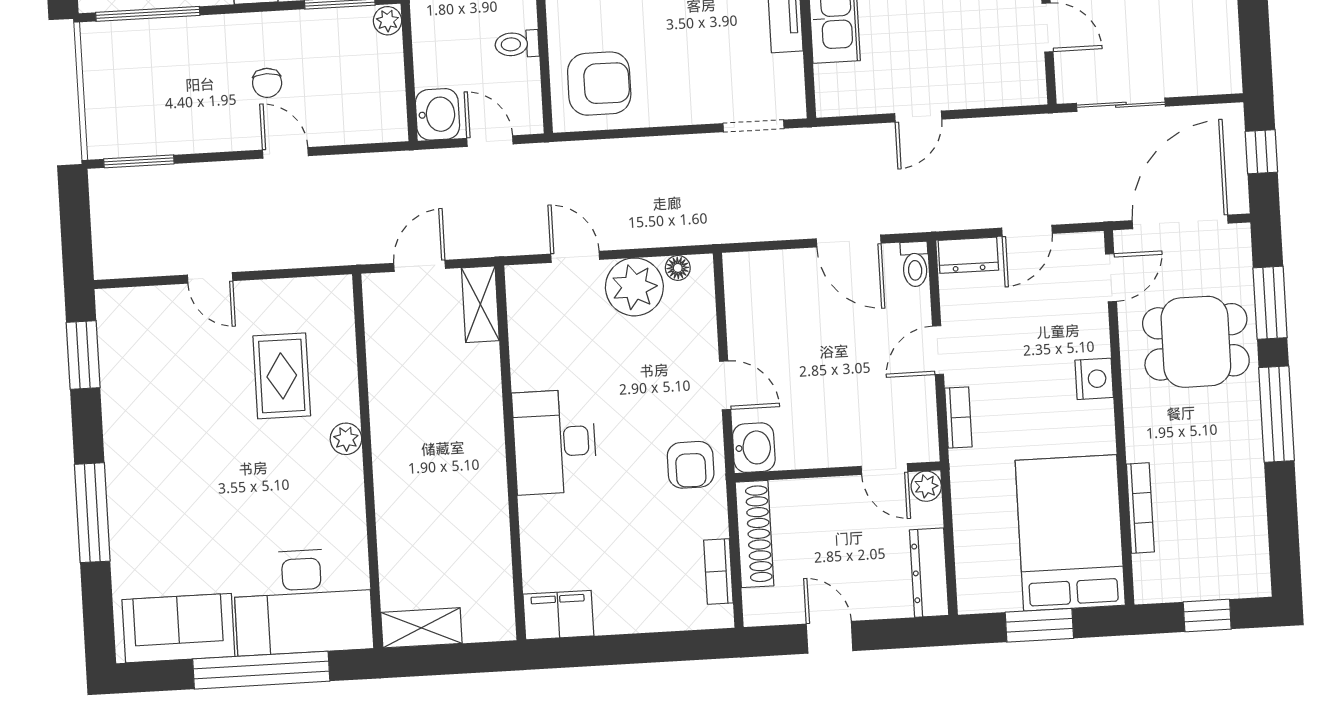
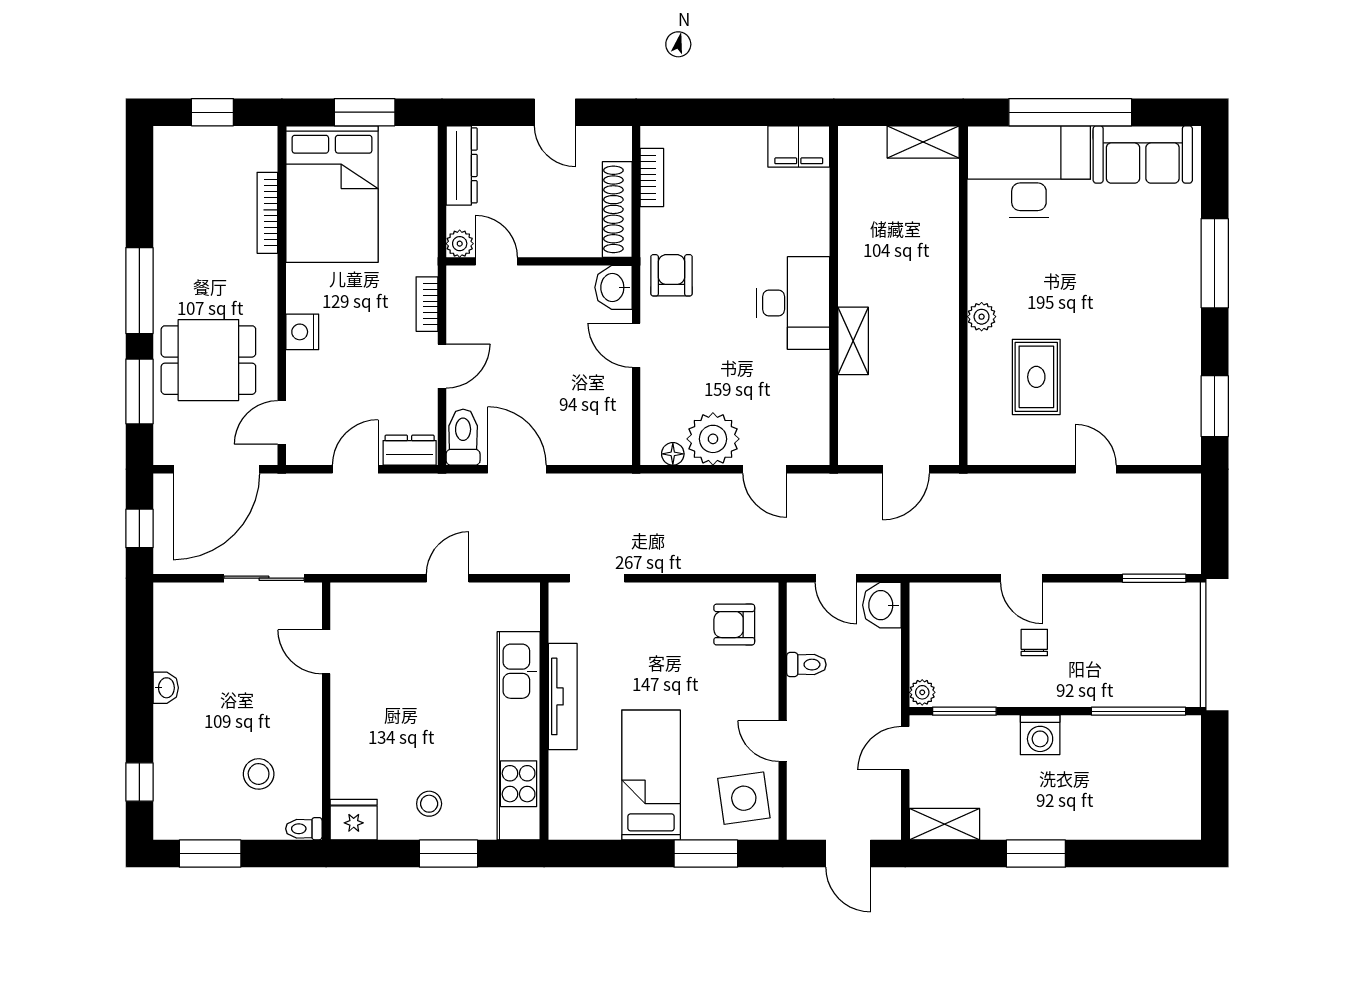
armchair: (599, 84) -> (734, 625), width x0.72, depth x0.72
toilet: (915, 264) -> (463, 437), width x1.37, depth x1.39
shelving: (480, 304) -> (853, 341), moved

